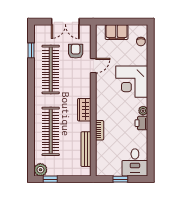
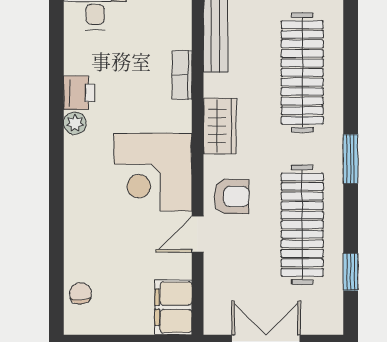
filing cabinet: (117, 32) -> (173, 307), moved, turned -90
armchair: (76, 51) -> (231, 197), moved, turned -90
corner desk: (132, 82) -> (153, 172), moved, turned 180
window: (31, 96) -> (351, 159), added

